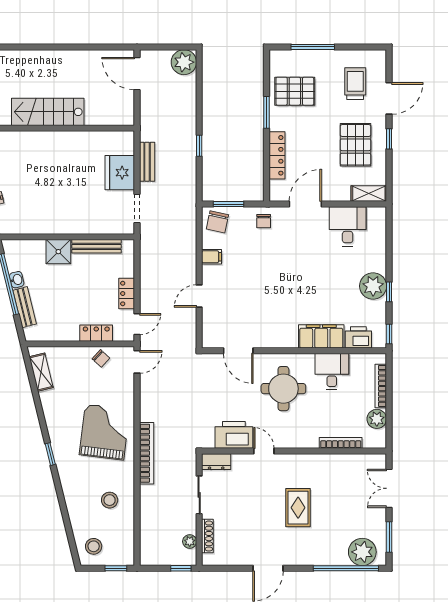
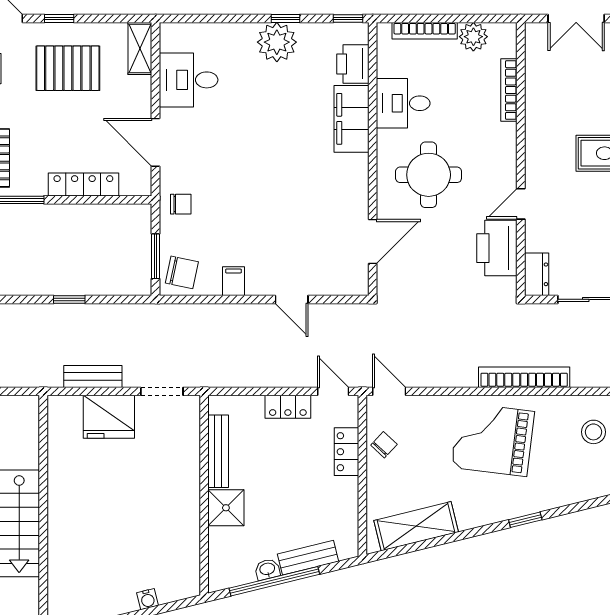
shelving: (41, 372) -> (416, 526), width x1.50, depth x1.33

